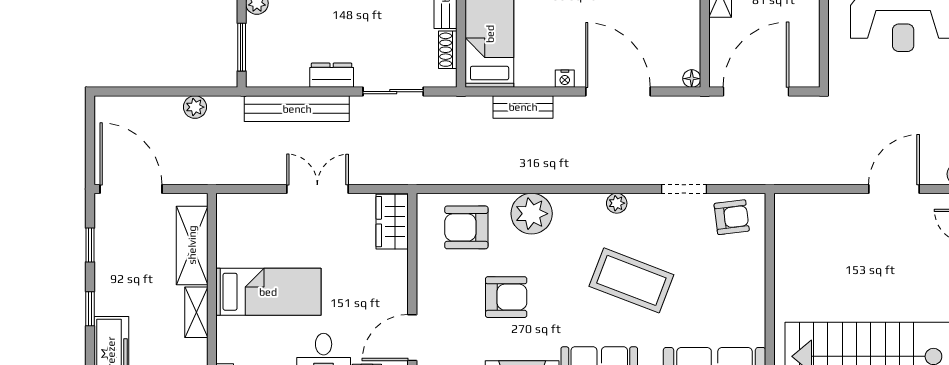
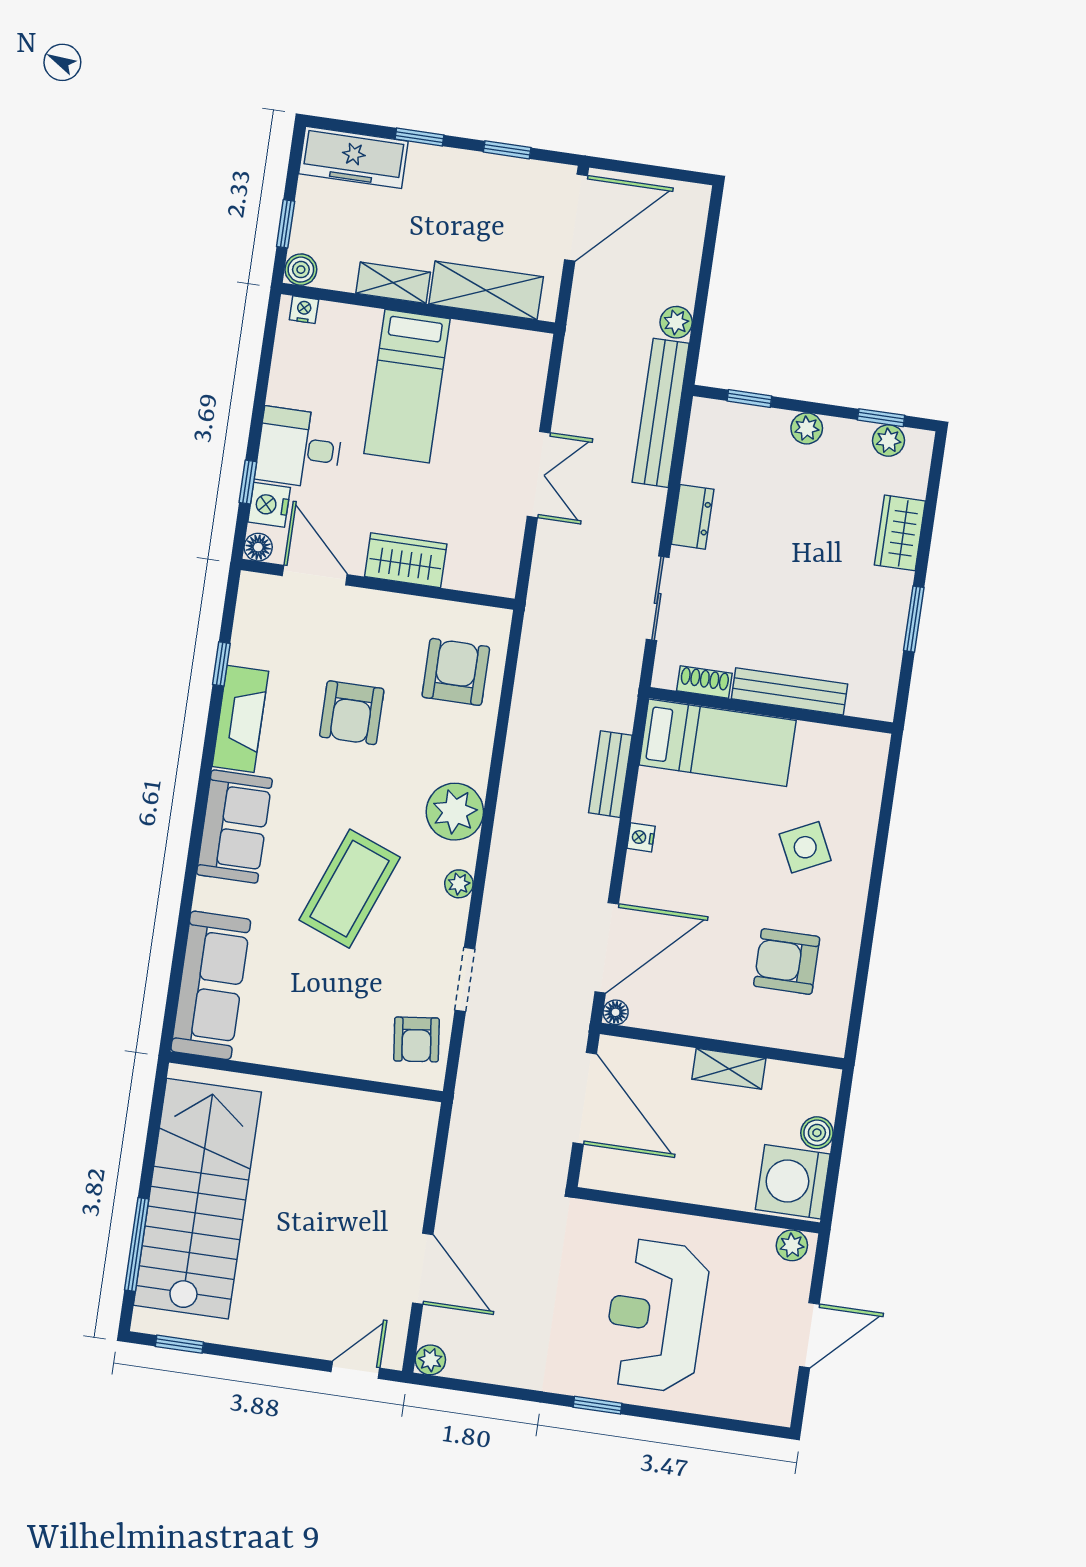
window: (242, 47) -> (749, 399), width x0.67
door: (618, 92) -> (607, 948), moved
bench: (297, 109) -> (661, 413), moved
plant: (532, 214) -> (455, 812), moved
wardrobe: (392, 222) -> (406, 560), moved

